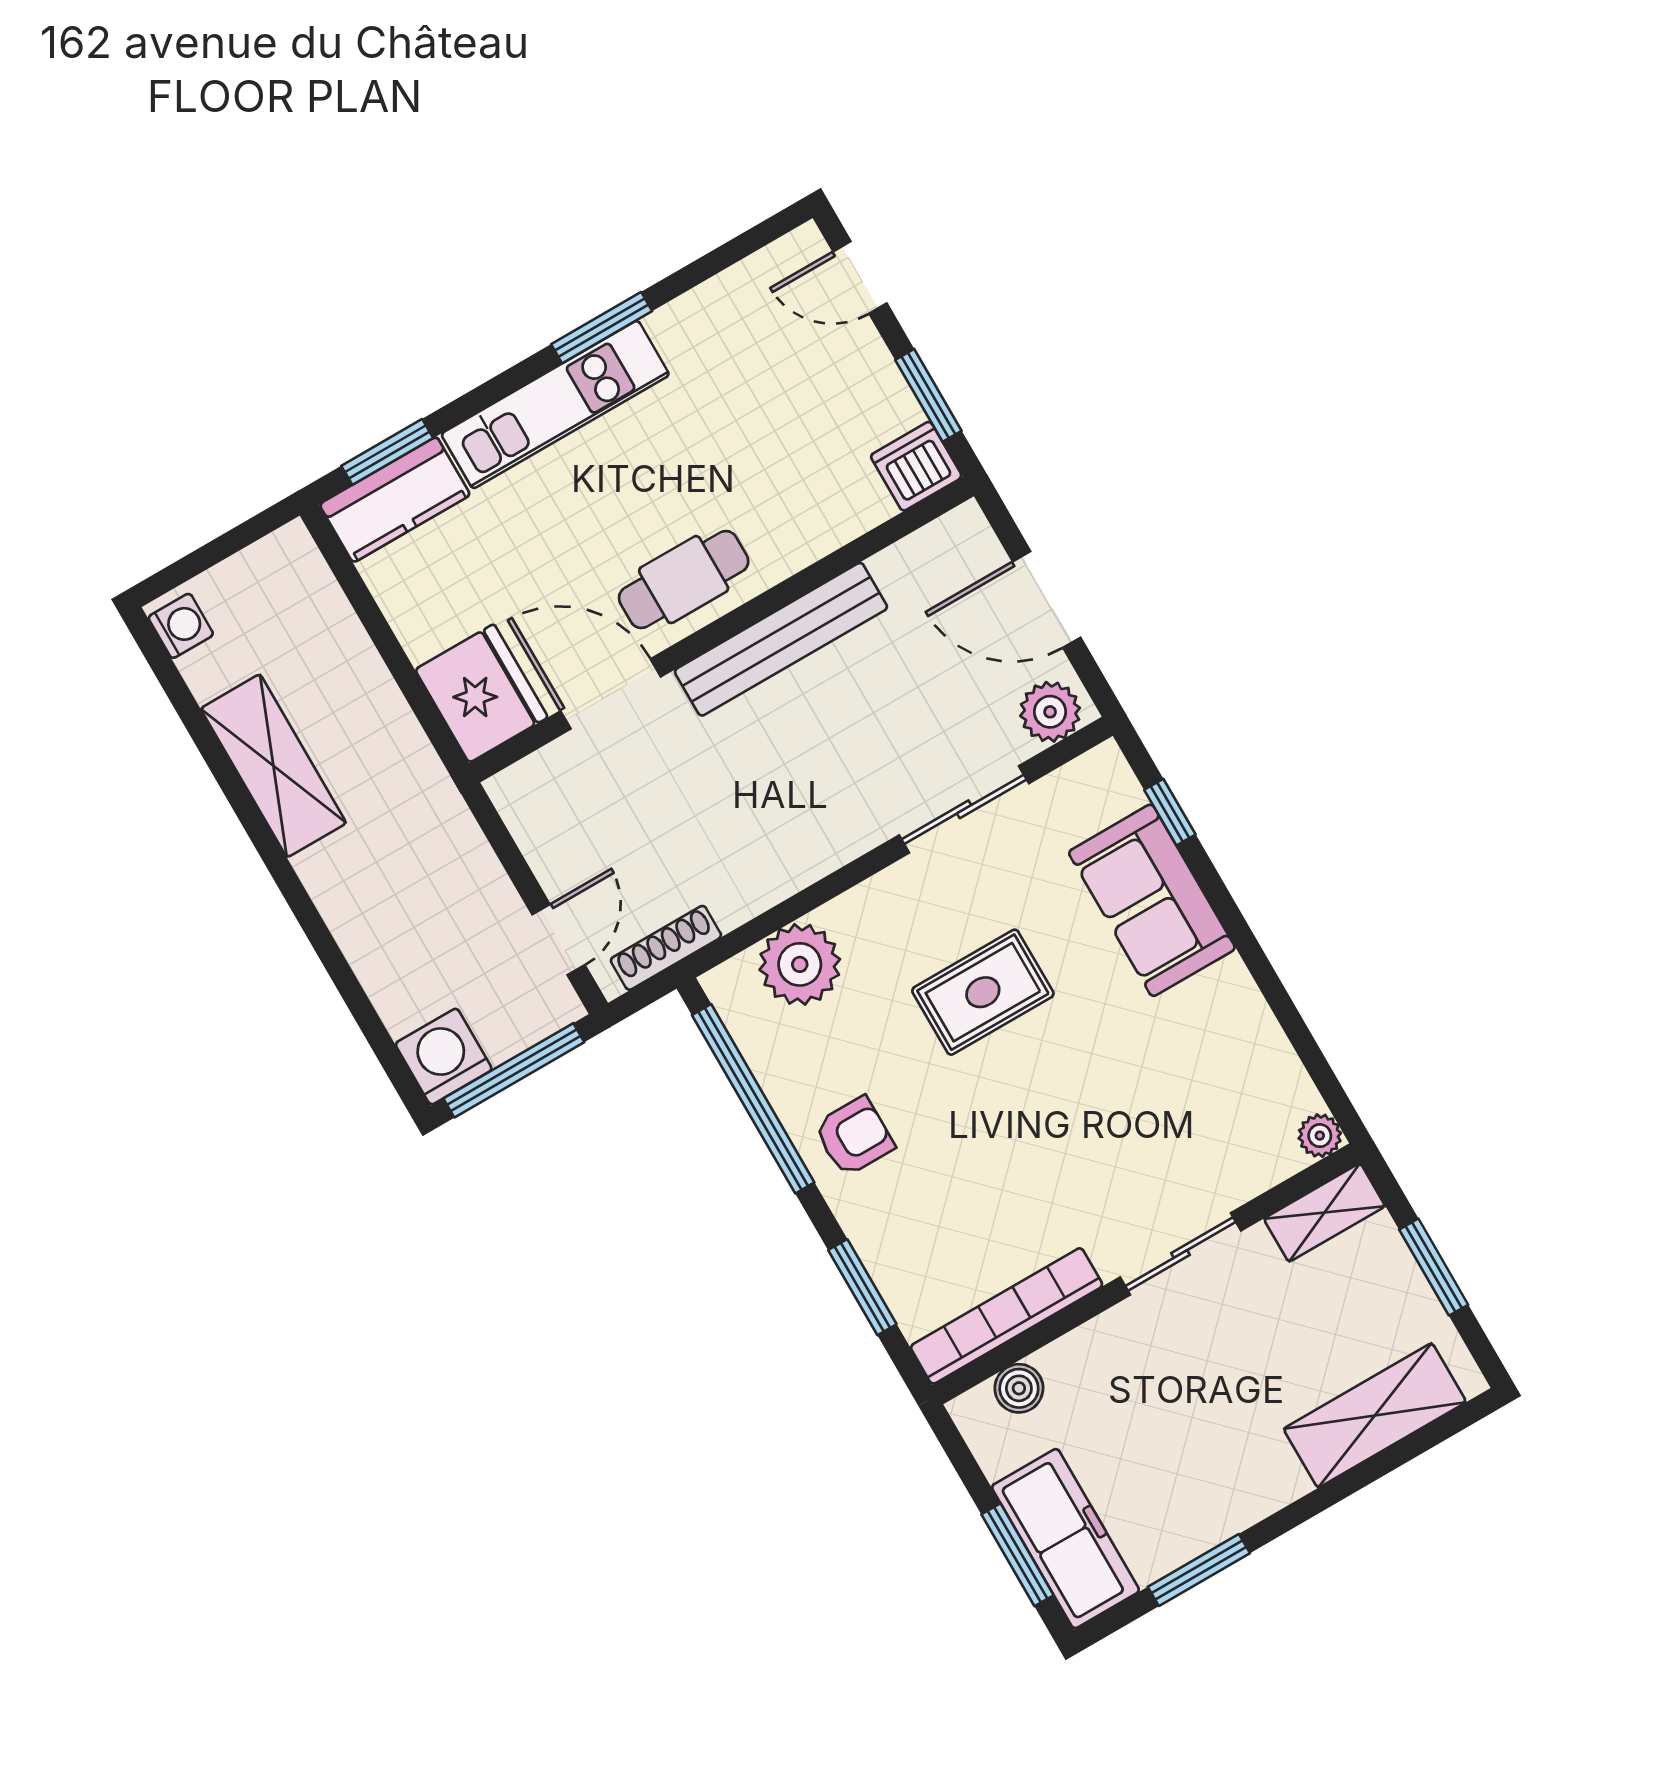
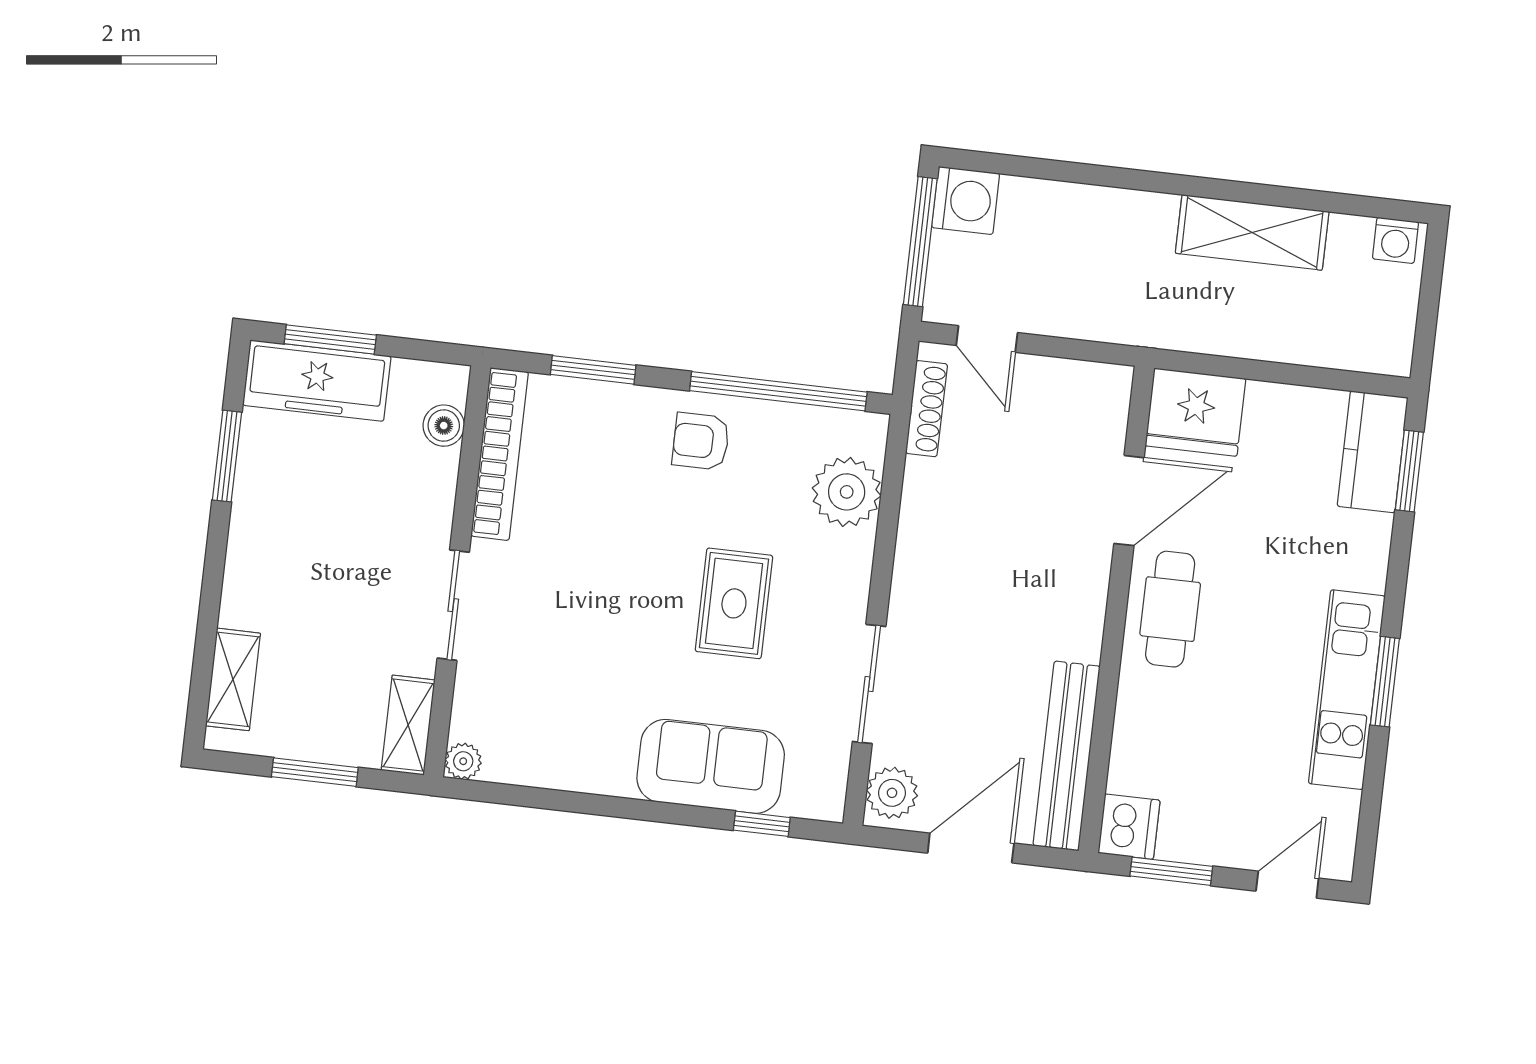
kitchen unit: (555, 404) -> (1347, 690), moved
bench: (781, 639) -> (1067, 756), moved
armchair: (854, 1136) -> (701, 441), turned 90
shelving: (1375, 1415) -> (233, 679), width x0.67, depth x0.75

